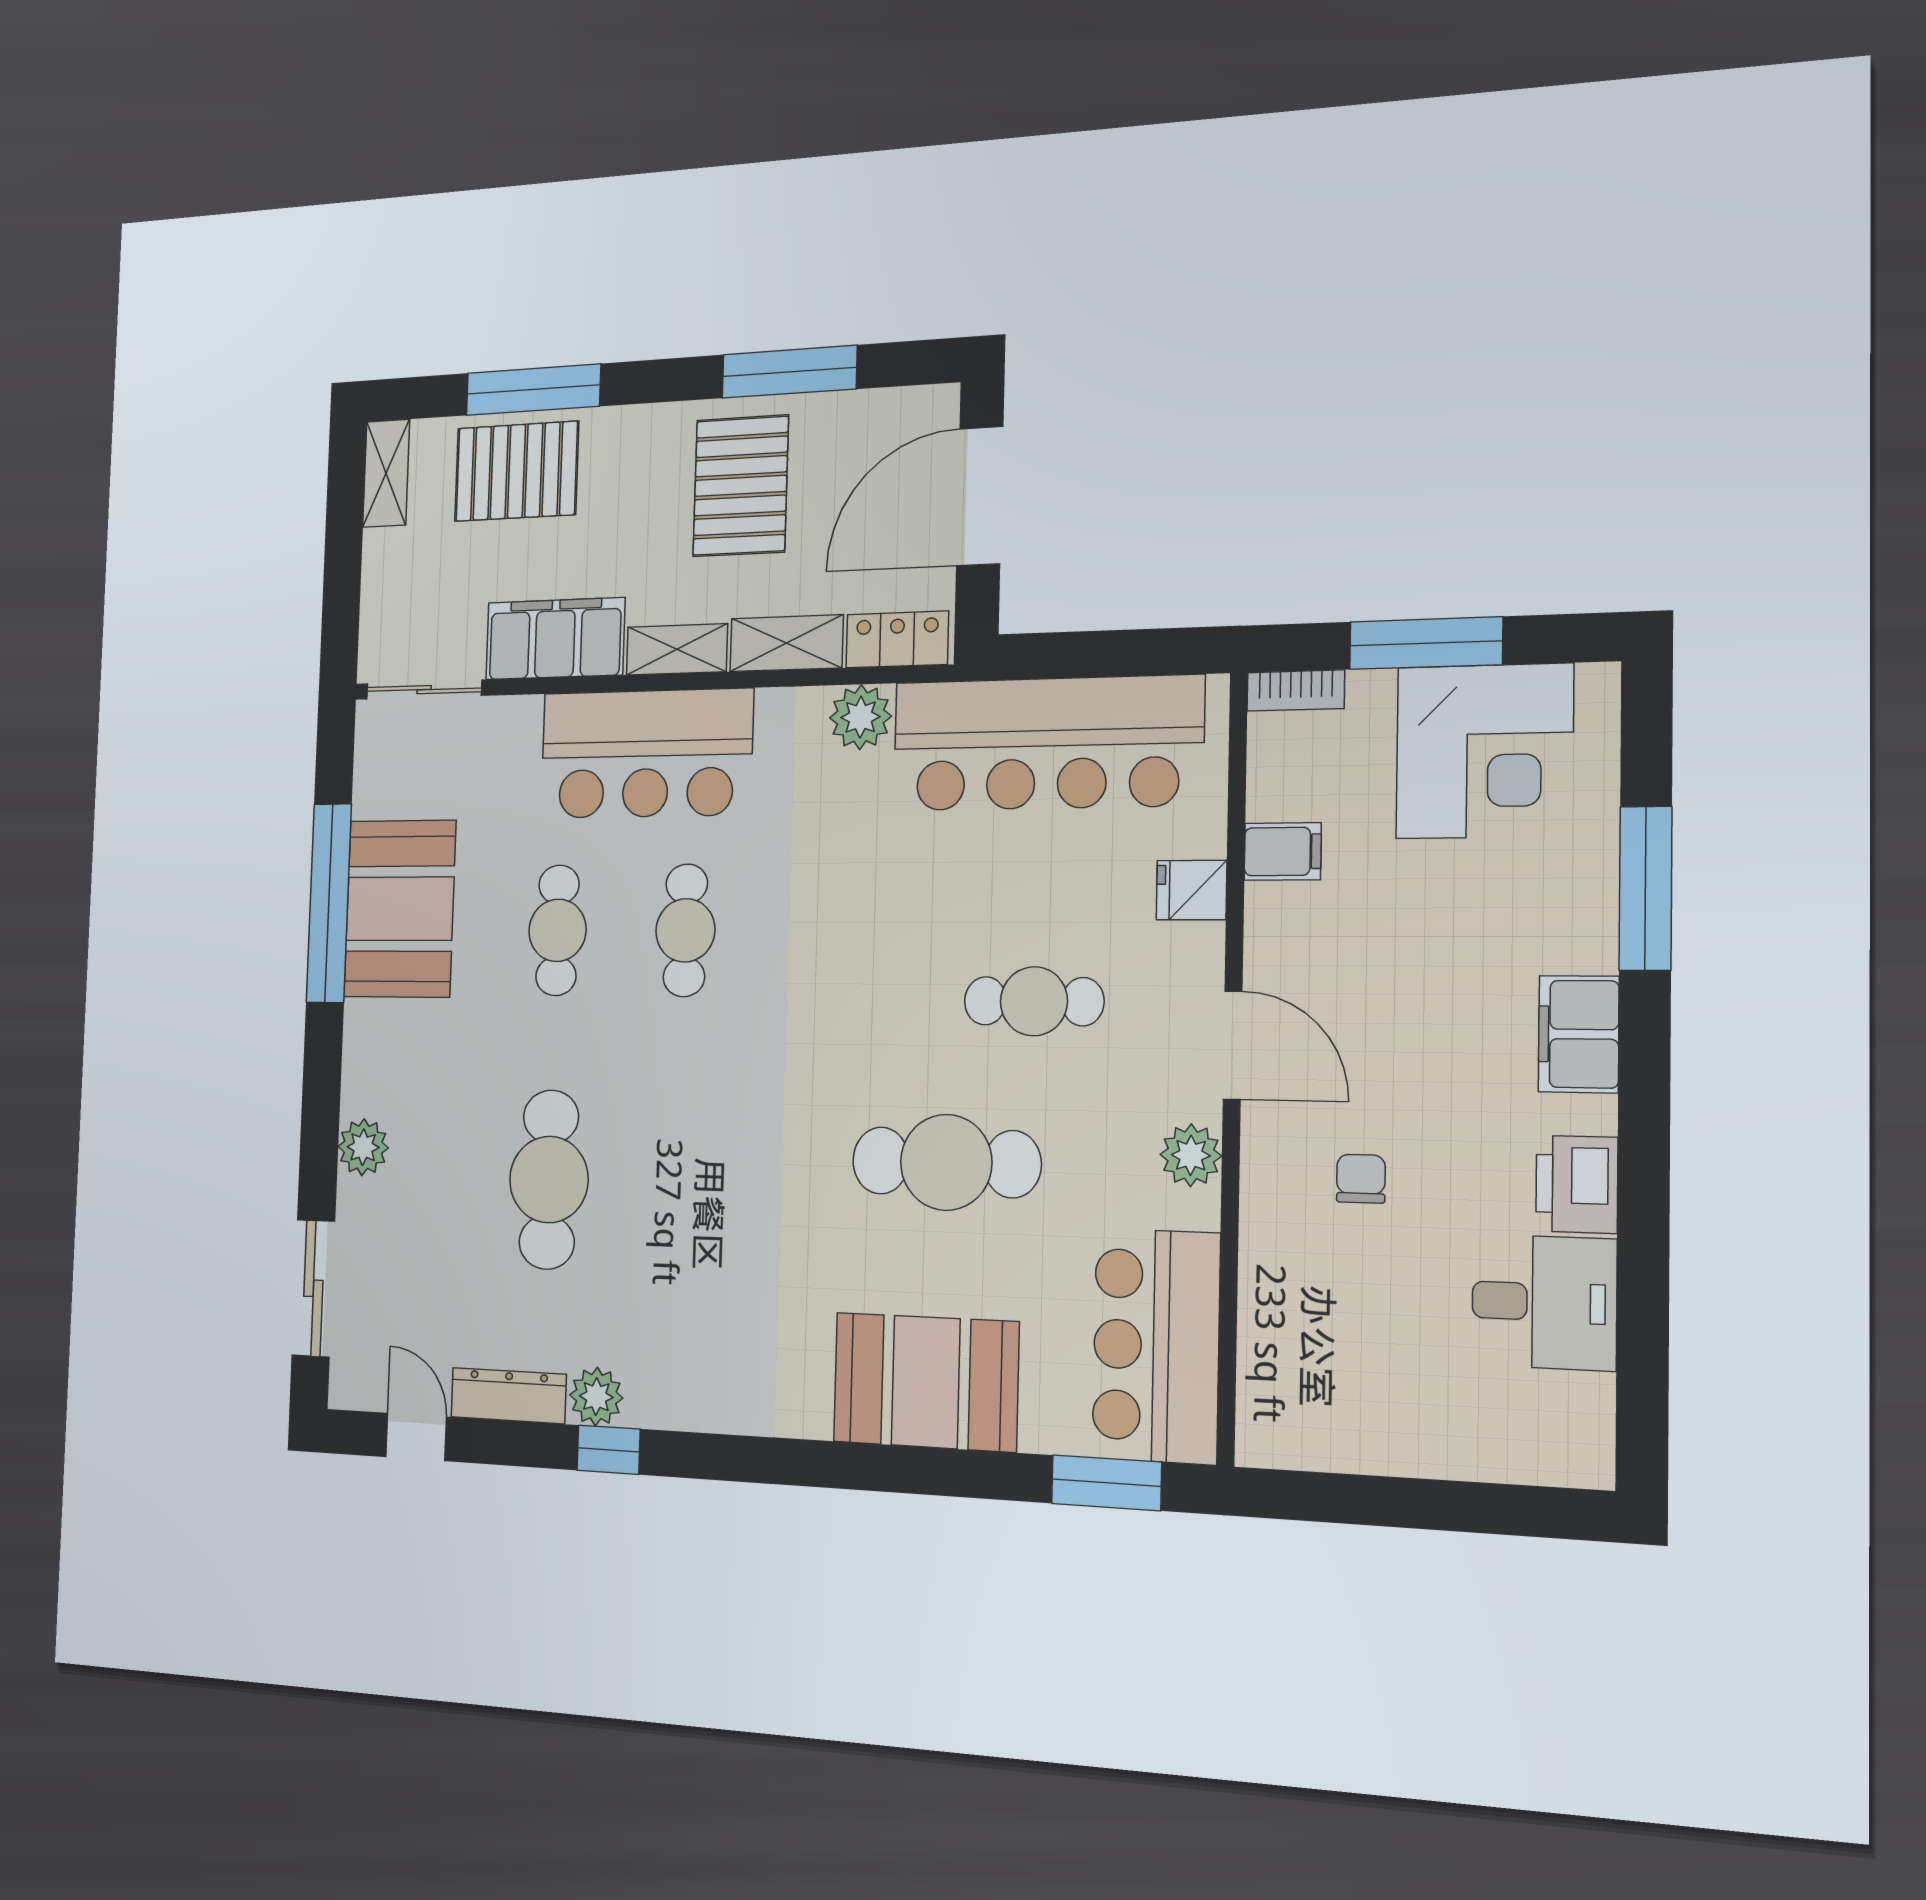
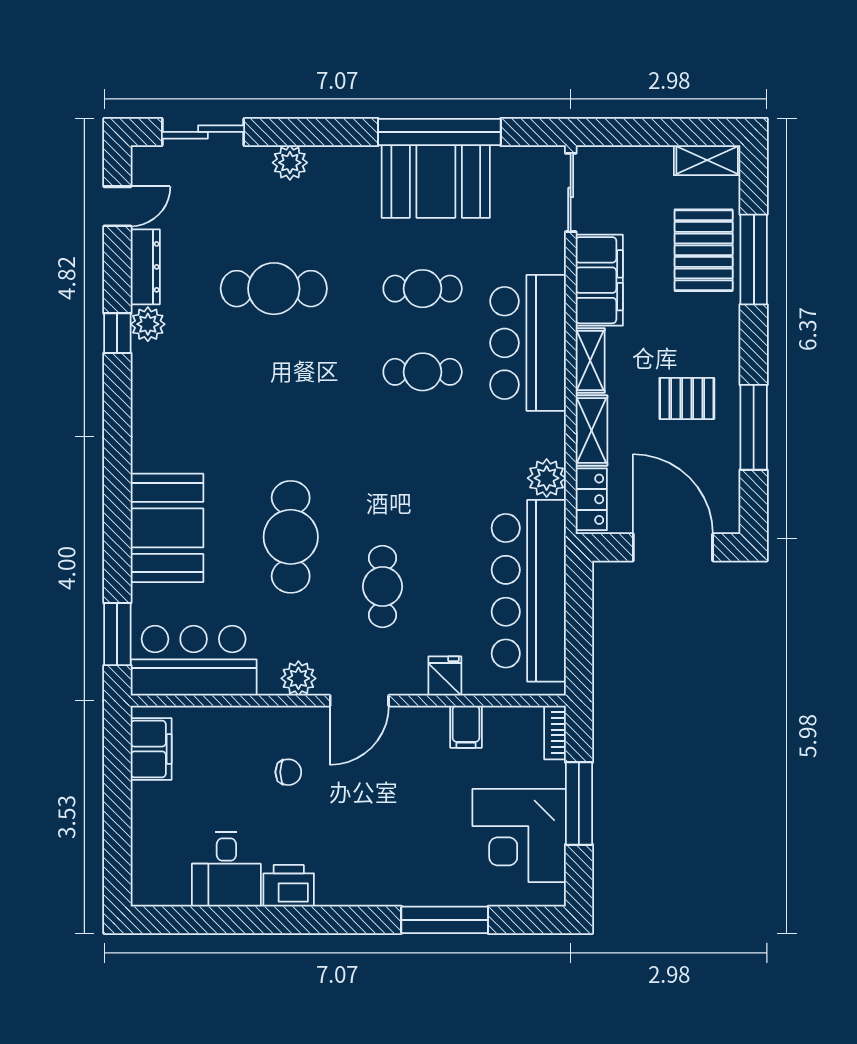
pallet: (741, 486) -> (687, 398), width x0.67, depth x0.71
filing cabinet: (1579, 1034) -> (151, 749), moved, turned 90

